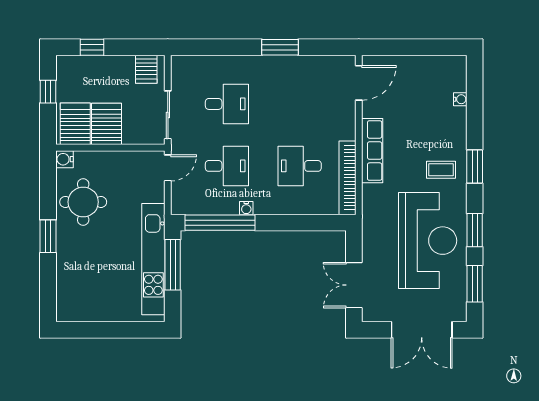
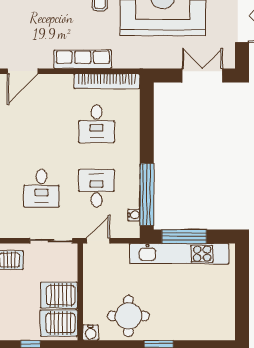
door: (359, 83) -> (23, 71), swing flipped
desk: (227, 104) -> (41, 188), turned 180
door: (168, 168) -> (98, 241), hinge flipped
water cooler: (246, 208) -> (134, 215), moved
double door: (354, 285) -> (202, 76), swing flipped

